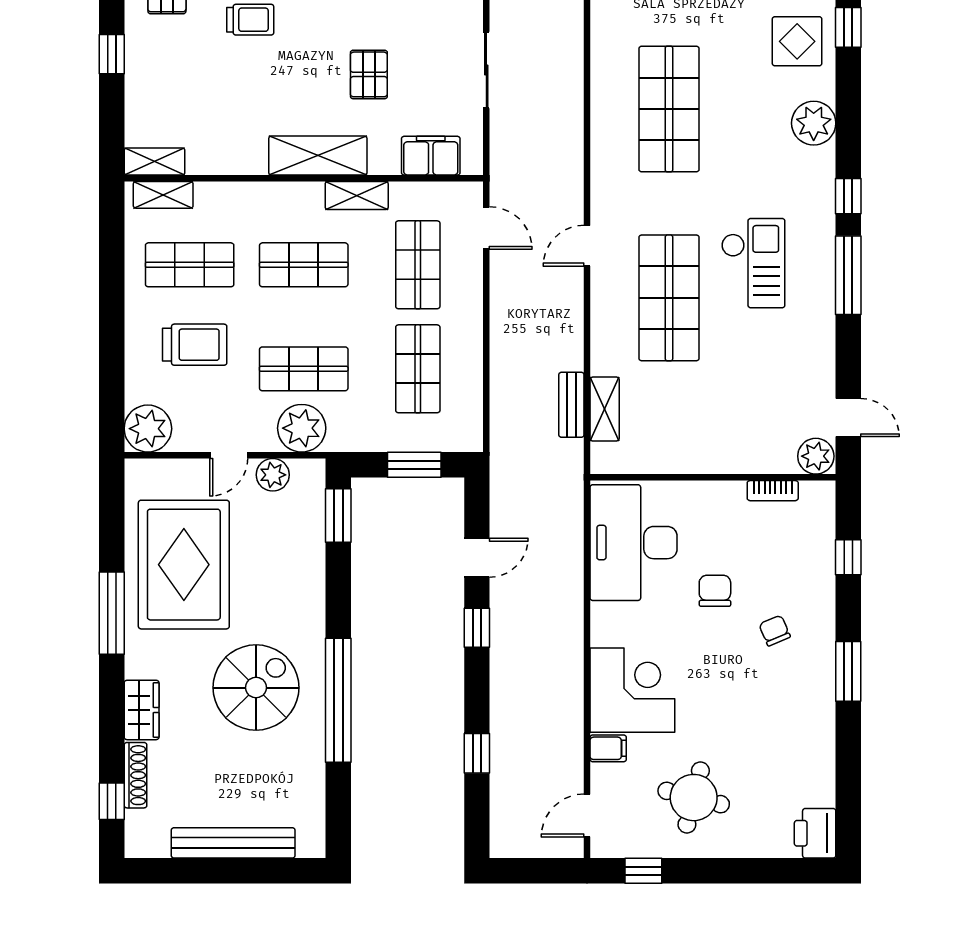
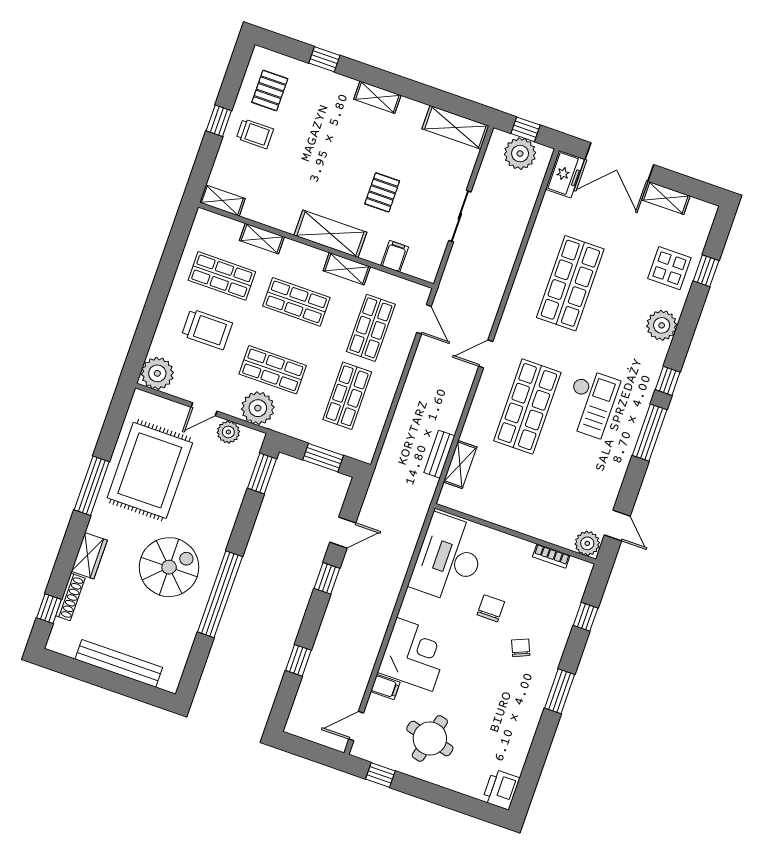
trolley: (250, 20) -> (255, 134), moved
filing cabinet: (431, 156) -> (395, 256), width x0.50
shelving: (163, 195) -> (262, 239), moved

